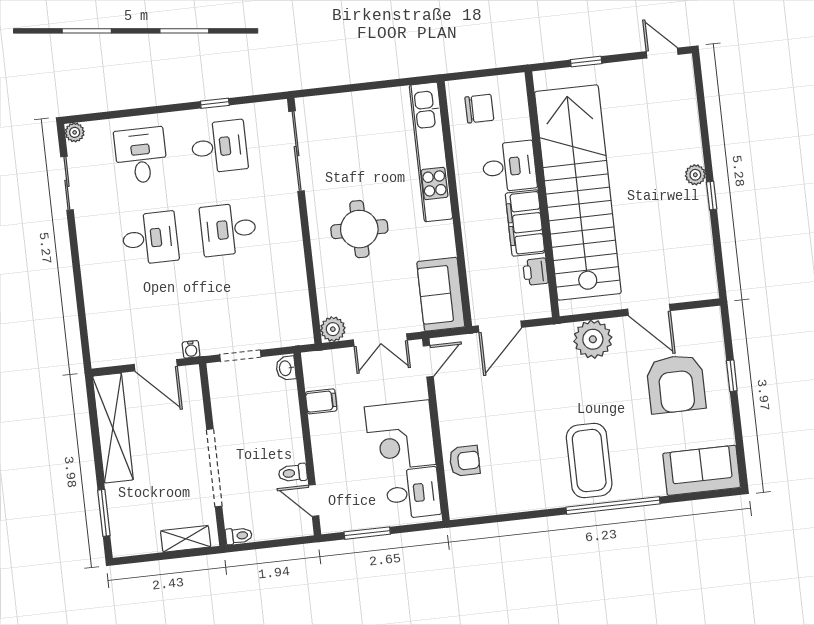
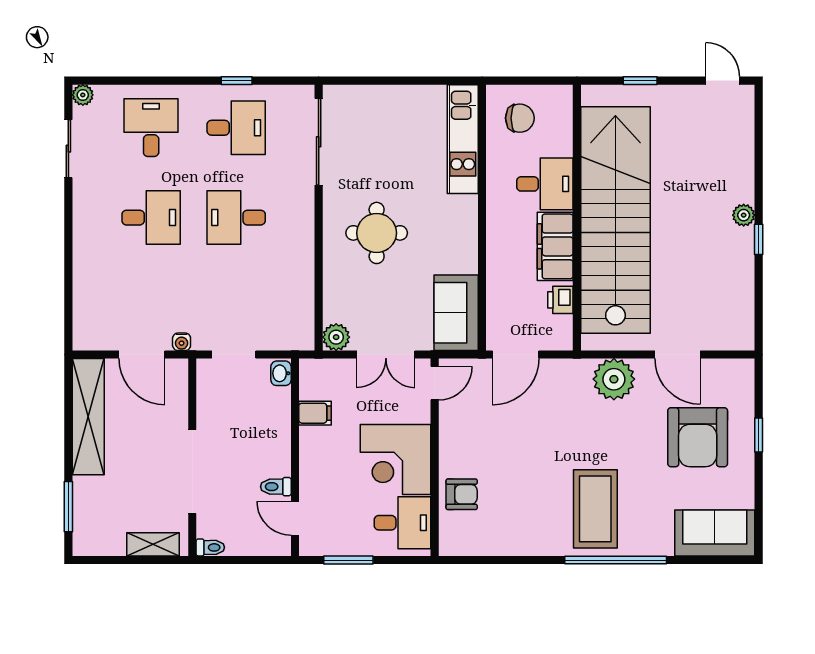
kitchen unit: (431, 152) -> (463, 139), width x0.73

